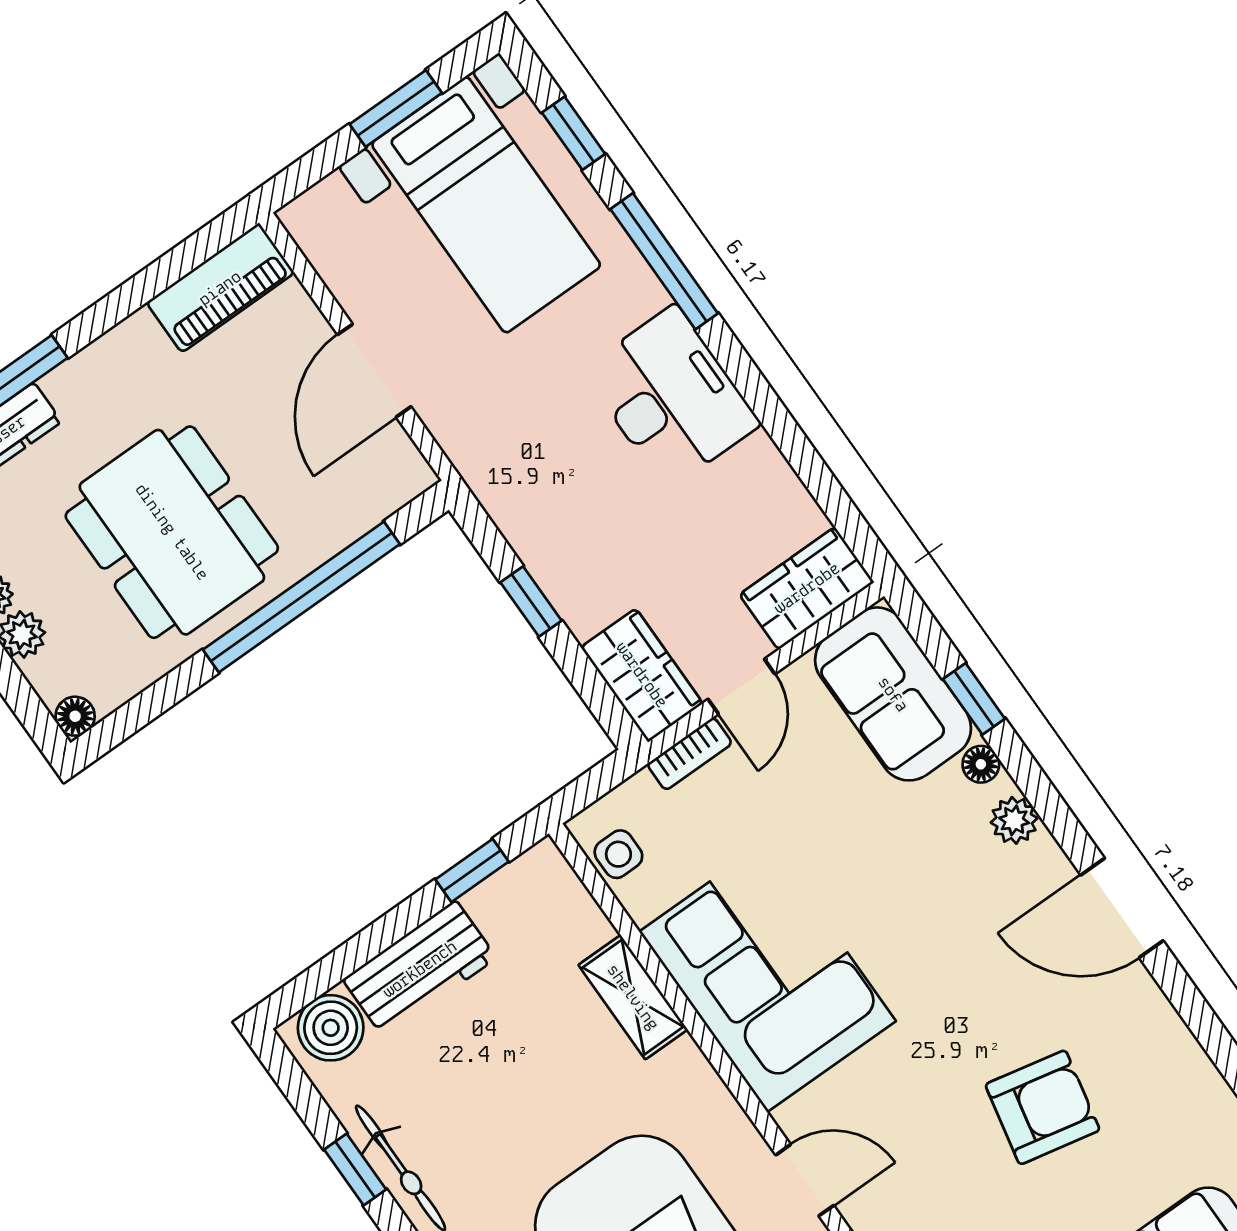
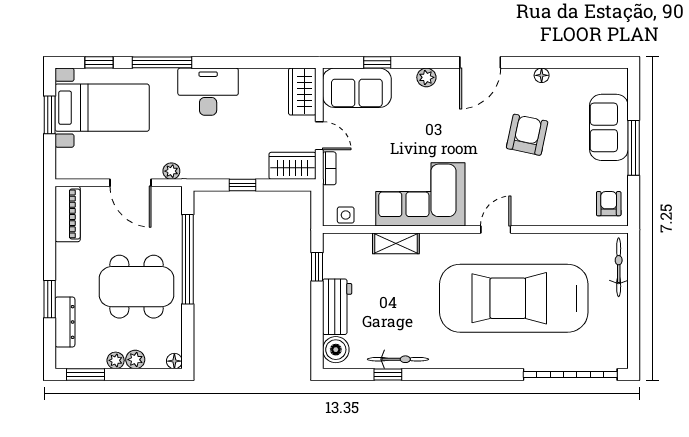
plant: (457, 437) -> (171, 171), added
floor lamp: (981, 764) -> (542, 75), moved

